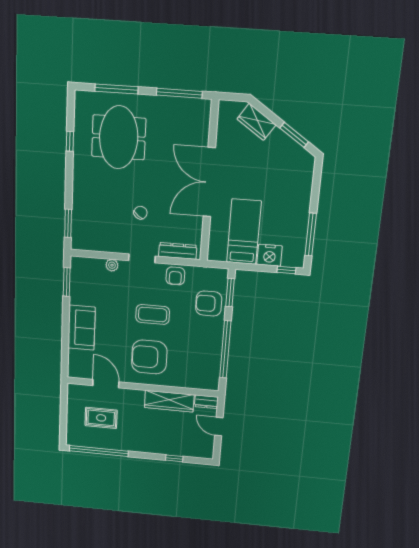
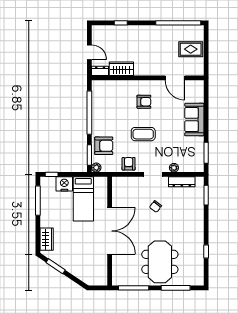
wardrobe: (256, 122) -> (47, 239), moved, turned 56
meeting table: (119, 137) -> (160, 262), moved
dresser: (178, 251) -> (182, 182), moved
plant: (222, 274) -> (96, 168), added
armchair: (149, 357) -> (144, 102), width x0.53, depth x0.53
wardrobe: (169, 401) -> (121, 69), width x0.67
rug: (101, 418) -> (191, 49), moved

